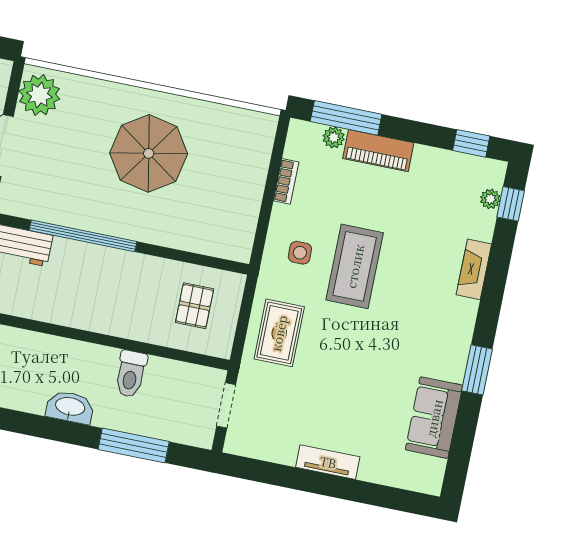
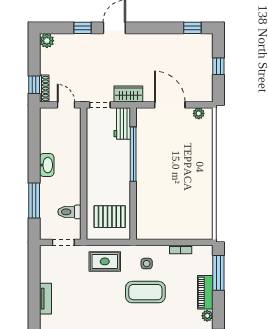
plant: (39, 95) -> (199, 113), width x0.53, depth x0.53
plant: (334, 138) -> (207, 316), moved
parasol: (149, 153) -> (181, 178), removed
pallet: (195, 306) -> (110, 217), width x1.50, depth x1.42
toilet: (131, 374) -> (69, 212), moved

